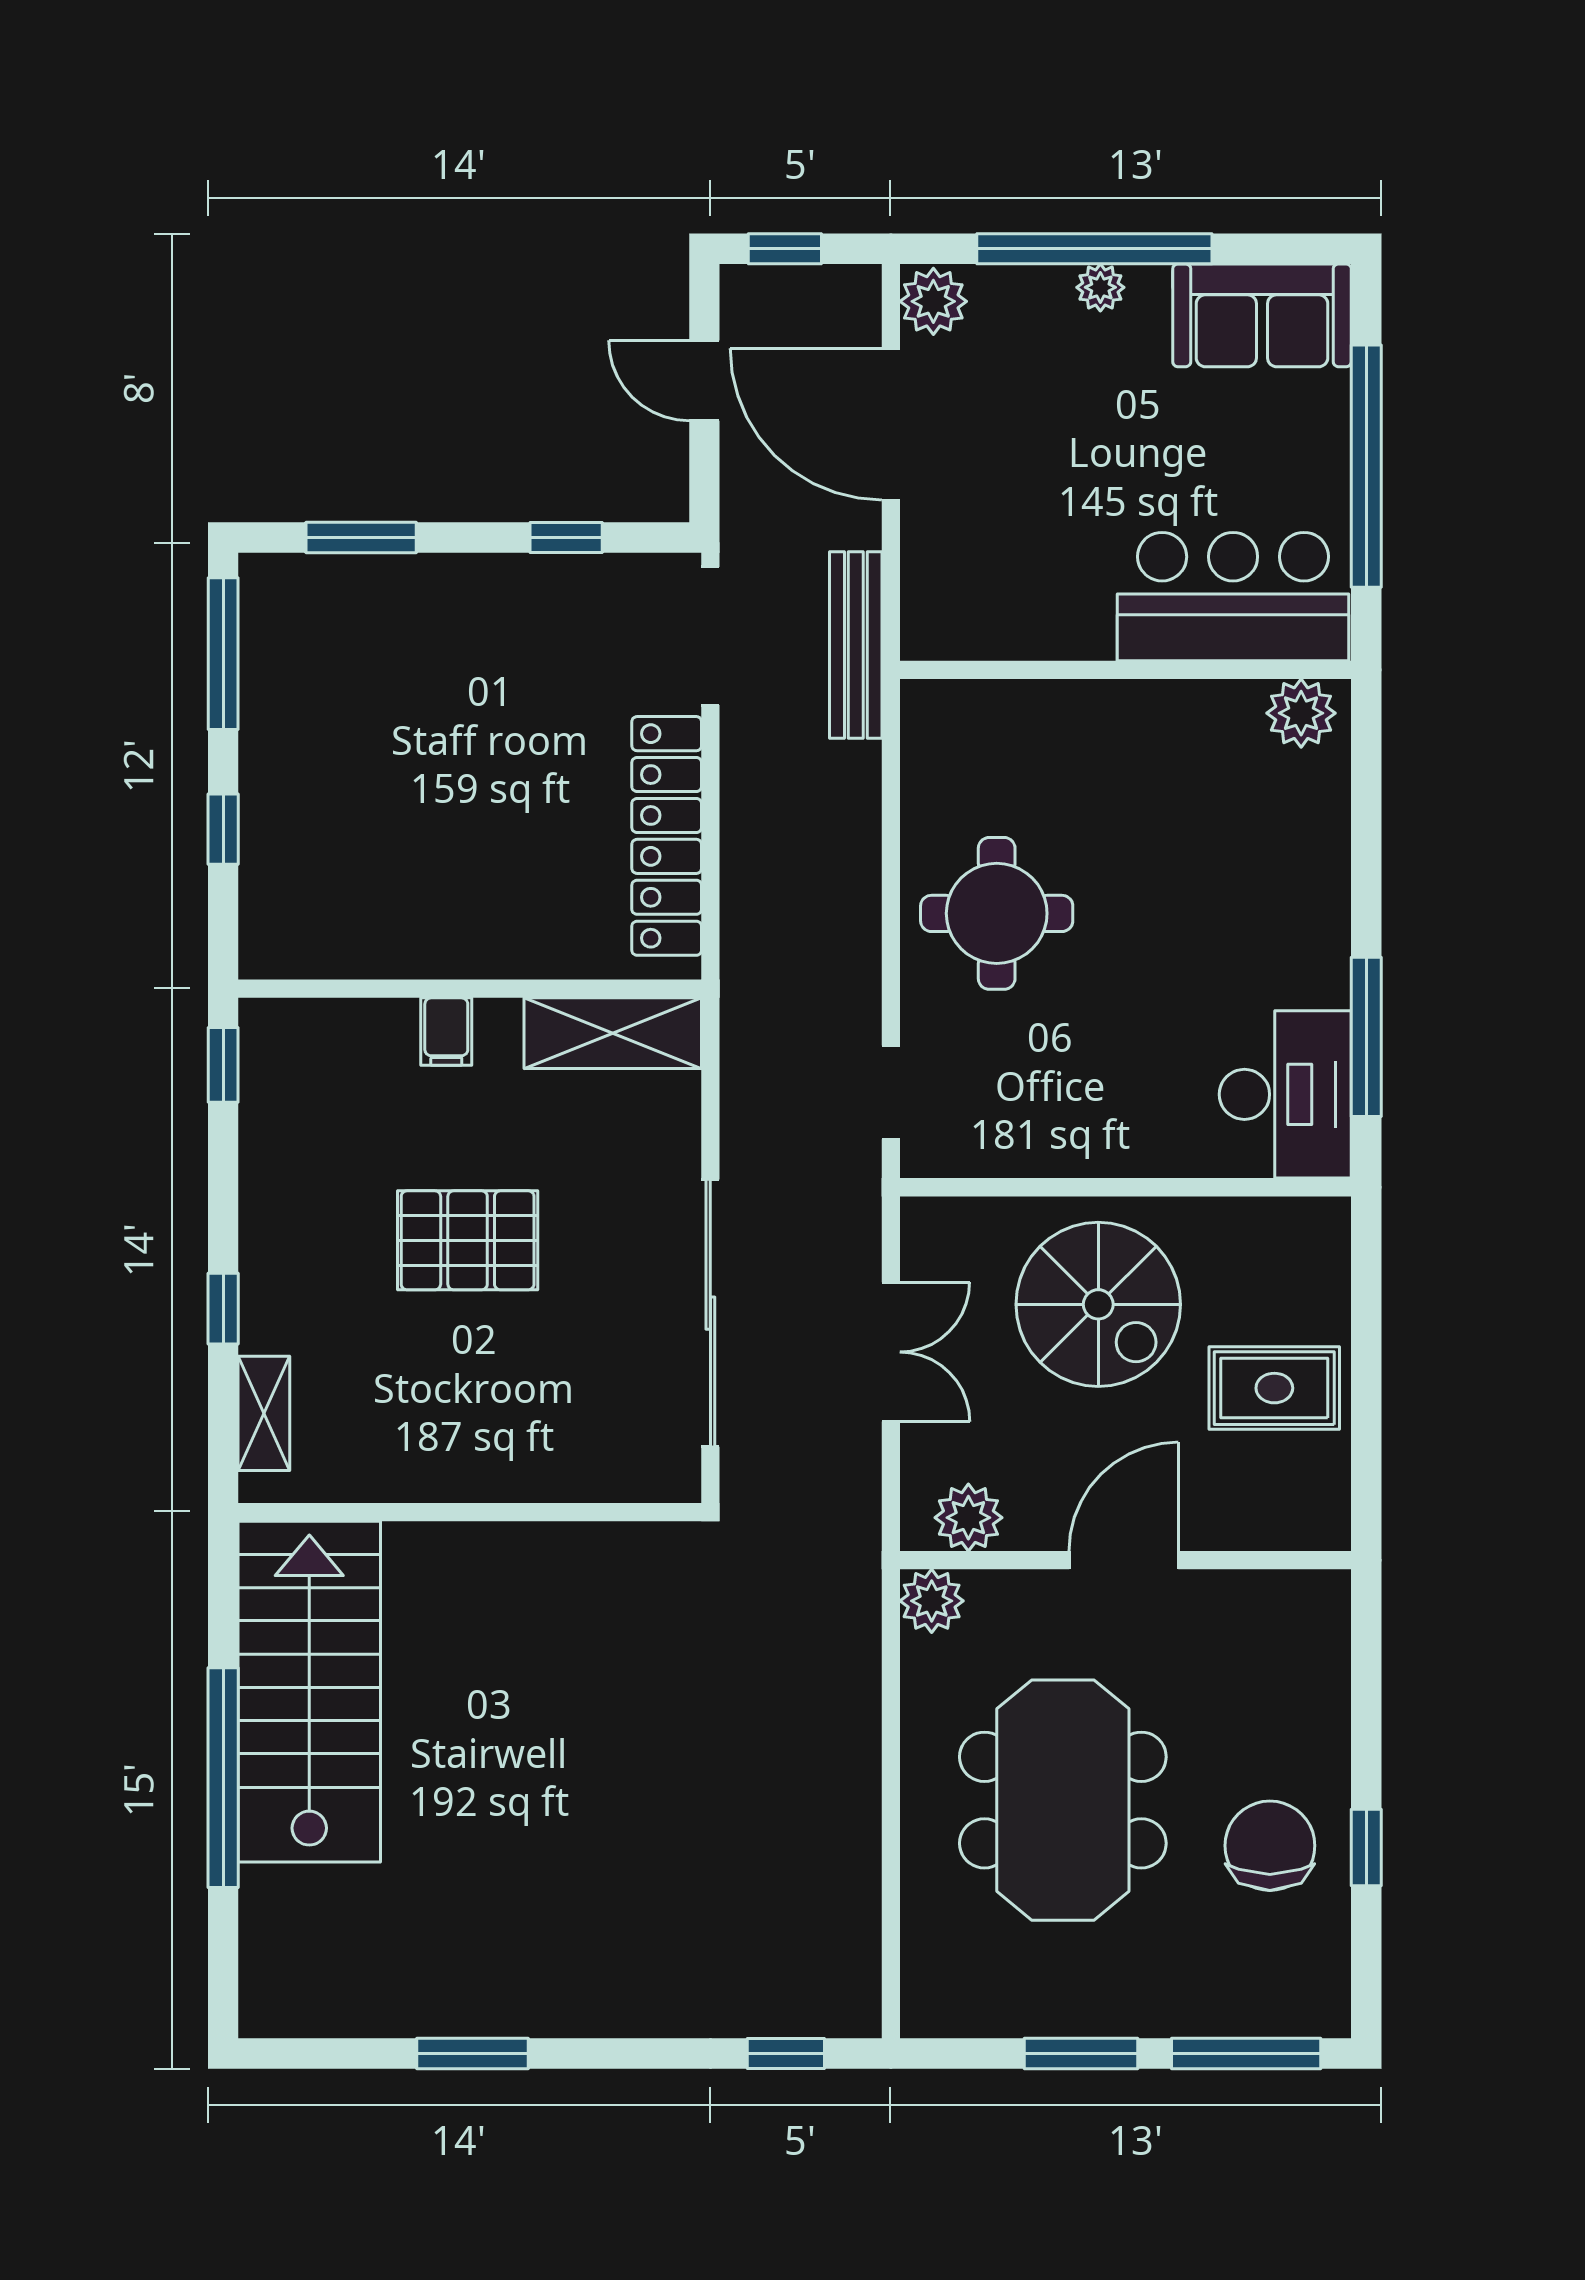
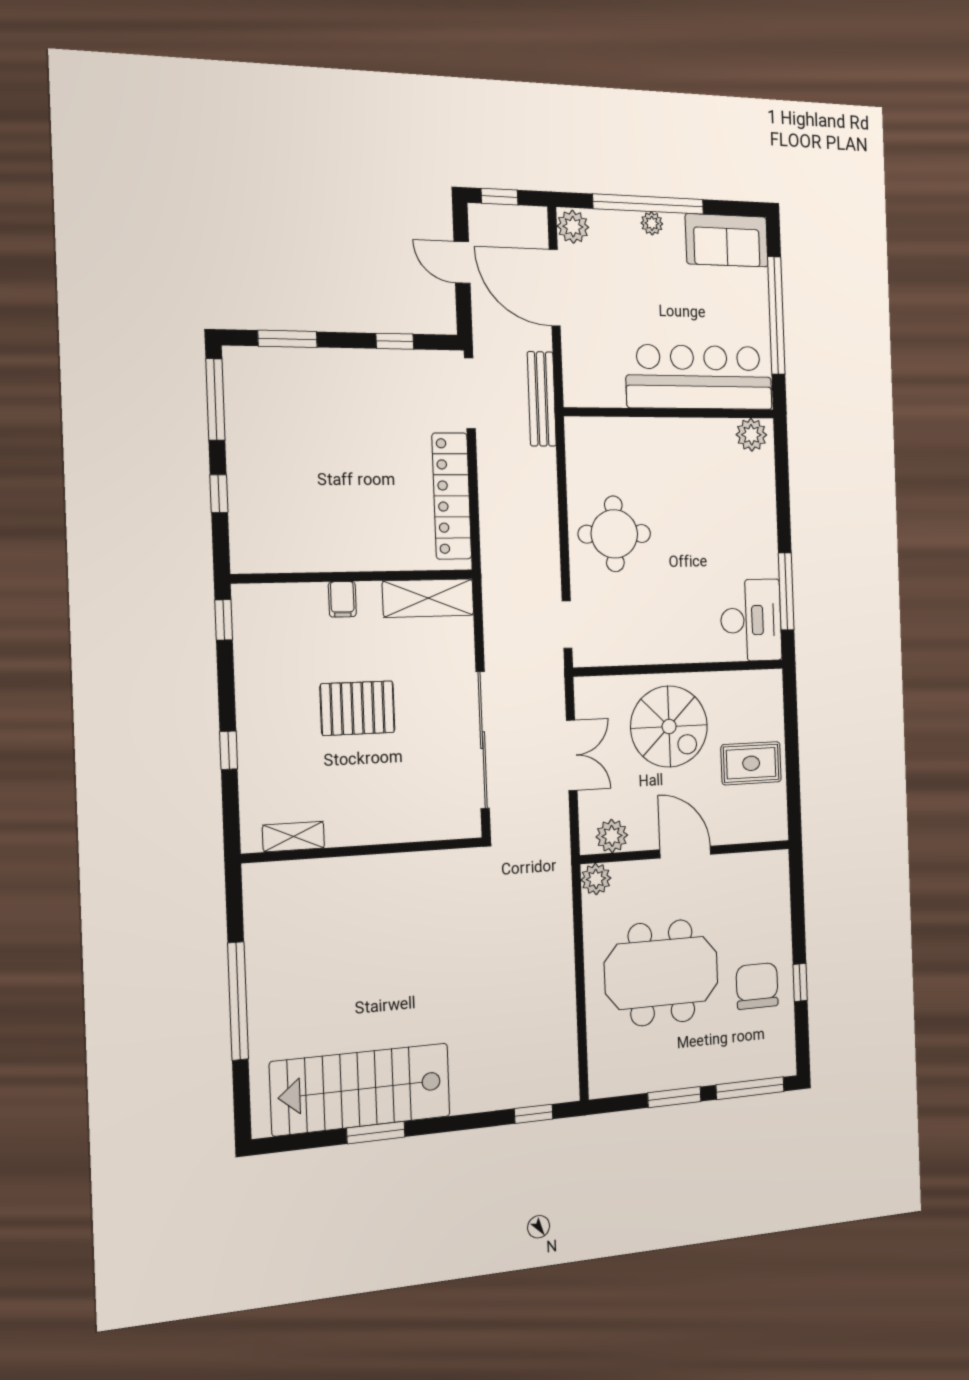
bar counter: (1233, 597) -> (699, 377), width x1.36
shelving: (264, 1413) -> (293, 837), moved, turned 90
door: (1124, 1560) -> (685, 852), hinge flipped
stairs: (309, 1692) -> (361, 1089), moved, turned -90
meeting table: (1063, 1800) -> (661, 973), turned 90

